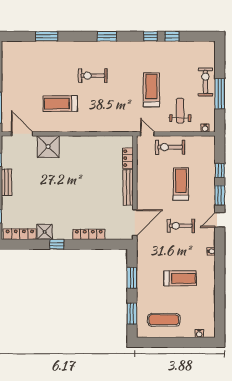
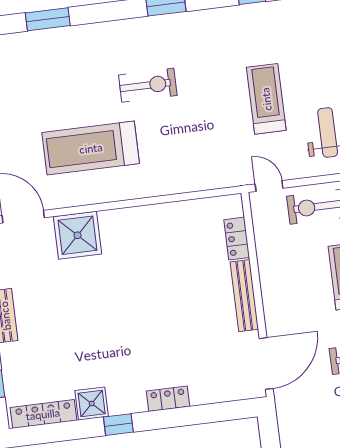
exercise bike: (93, 76) -> (148, 85), turned 180
treadmill: (60, 104) -> (91, 148), width x1.37, depth x1.38
locker: (89, 234) -> (168, 399), width x0.66

